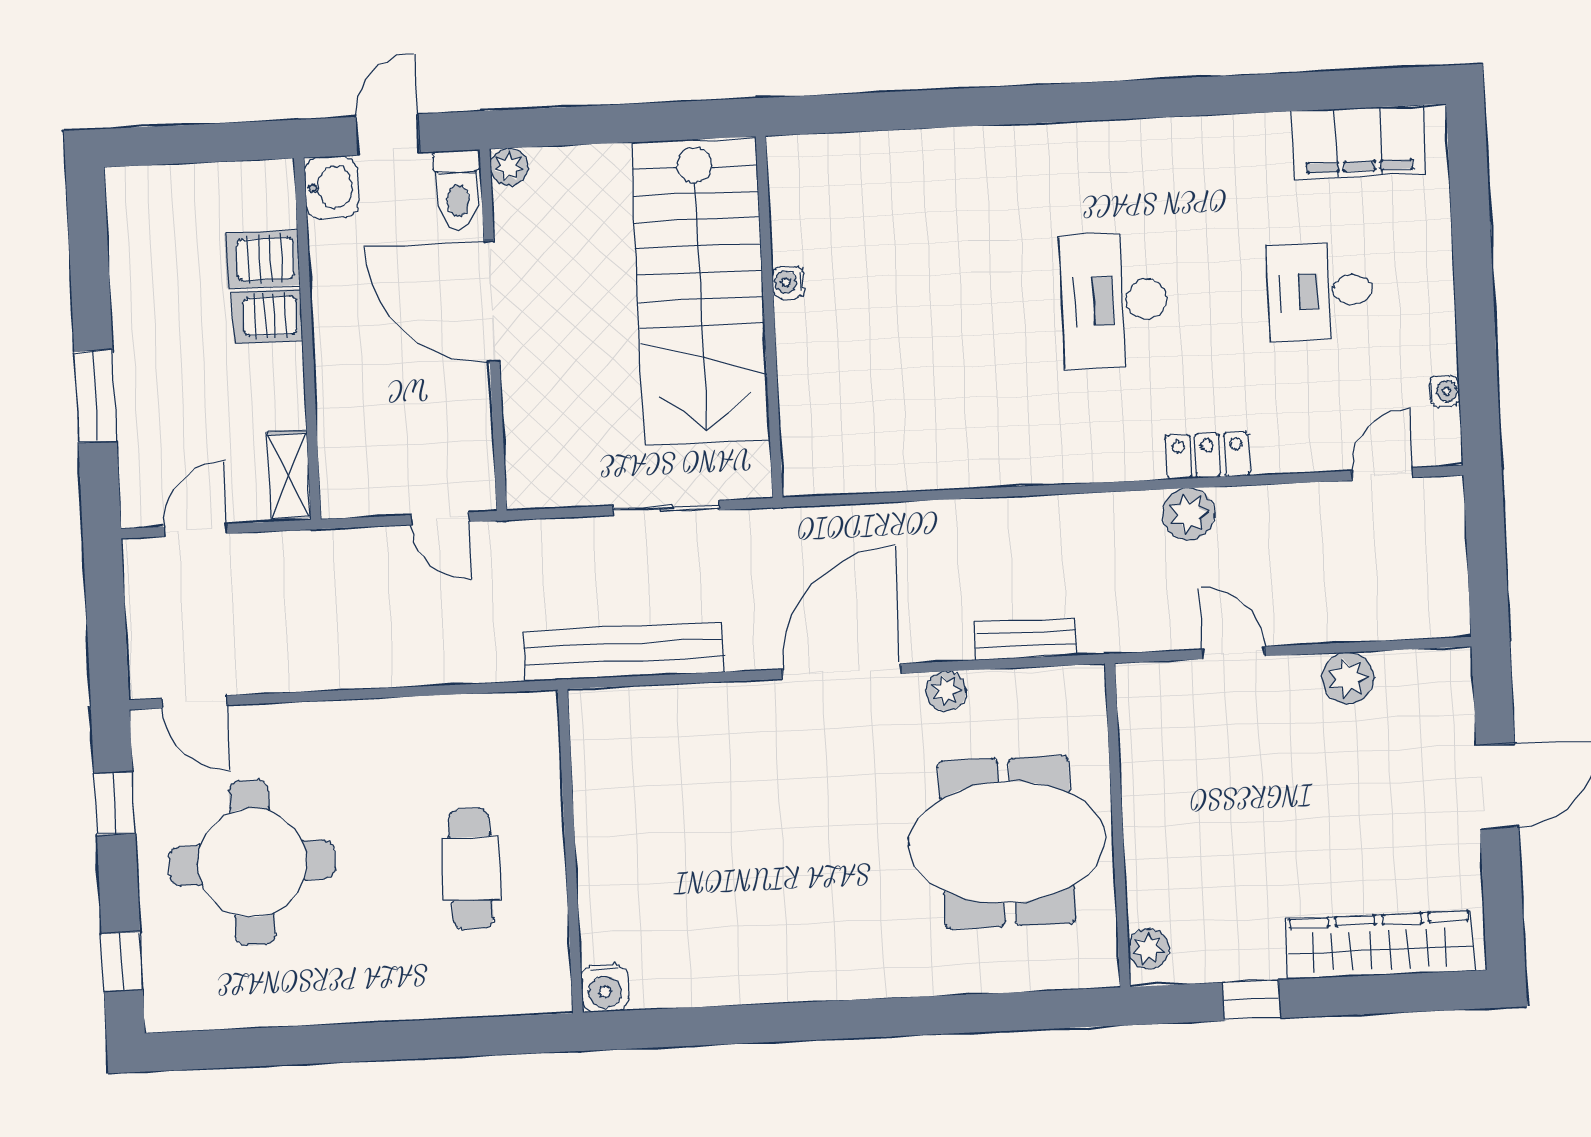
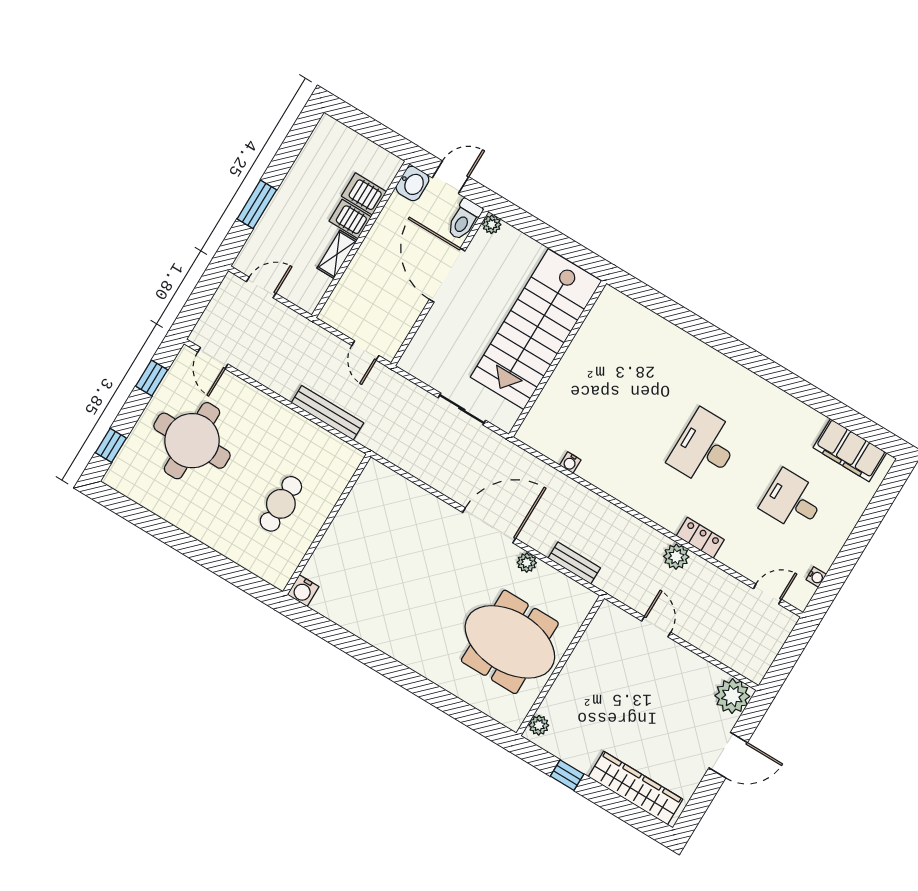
water cooler: (788, 282) -> (570, 463), moved, turned -90
shelving: (289, 476) -> (337, 254), moved
bench: (623, 652) -> (327, 413), moved, width x0.73, depth x0.82
plant: (1348, 678) -> (732, 696), moved, width x1.36, depth x1.36

